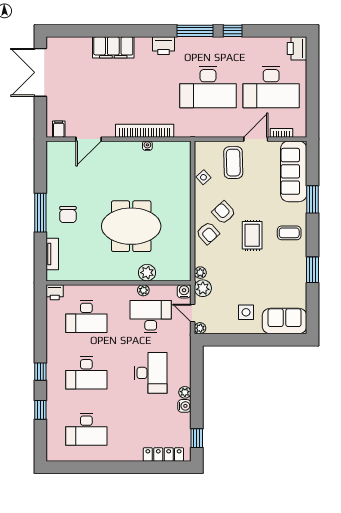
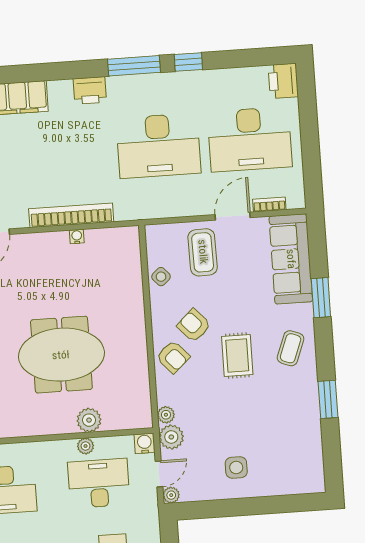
coffee table: (289, 233) -> (291, 348), turned -69
door: (193, 313) -> (159, 474), swing flipped
sofa: (285, 321) -> (293, 476), removed

